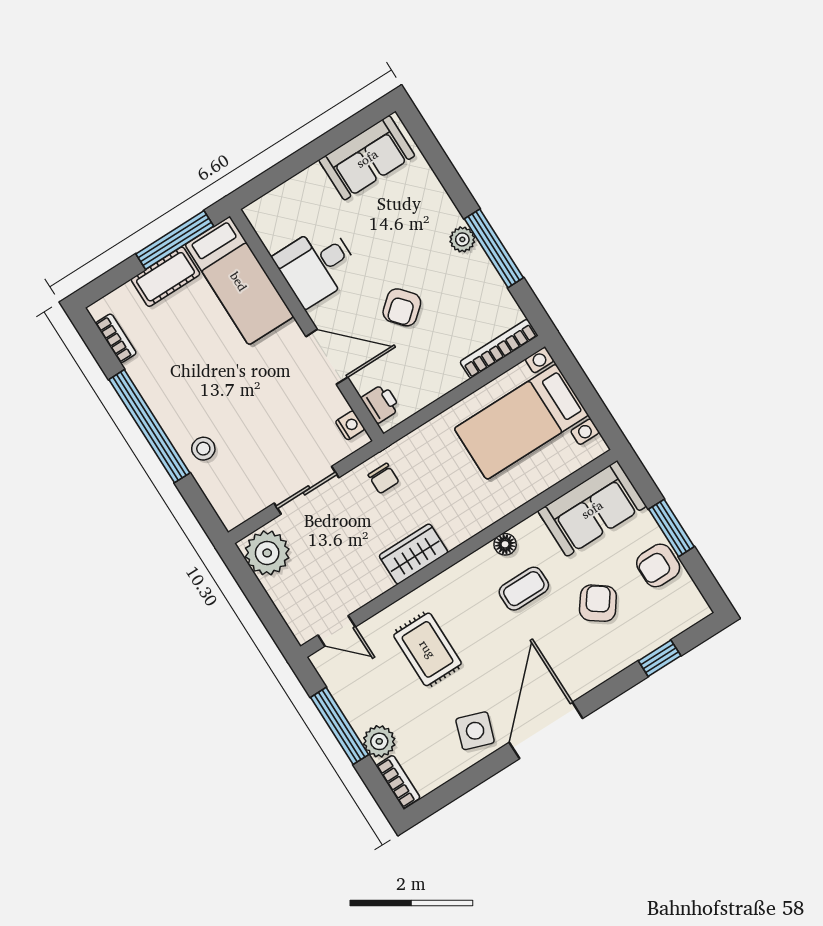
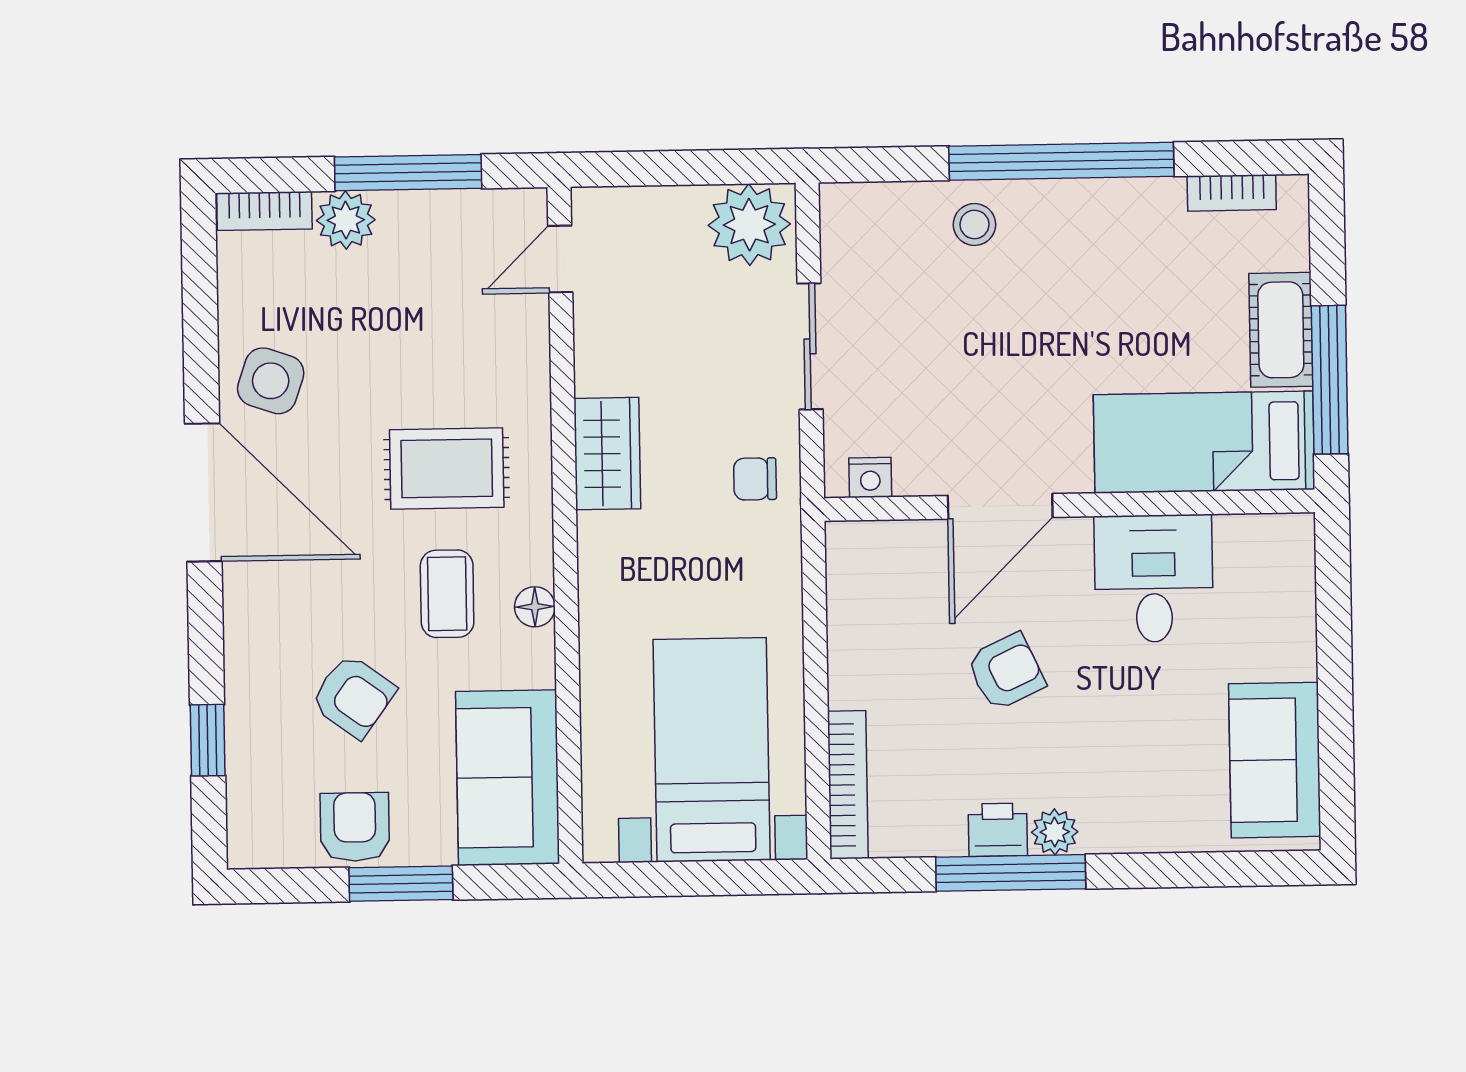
armchair: (402, 307) -> (1006, 672), turned 106
printer: (381, 403) -> (998, 830), moved, turned 180
rug: (428, 649) -> (447, 468), moved

